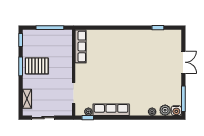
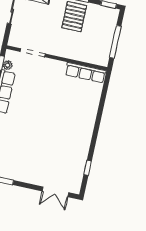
double door: (183, 62) -> (56, 192), moved

